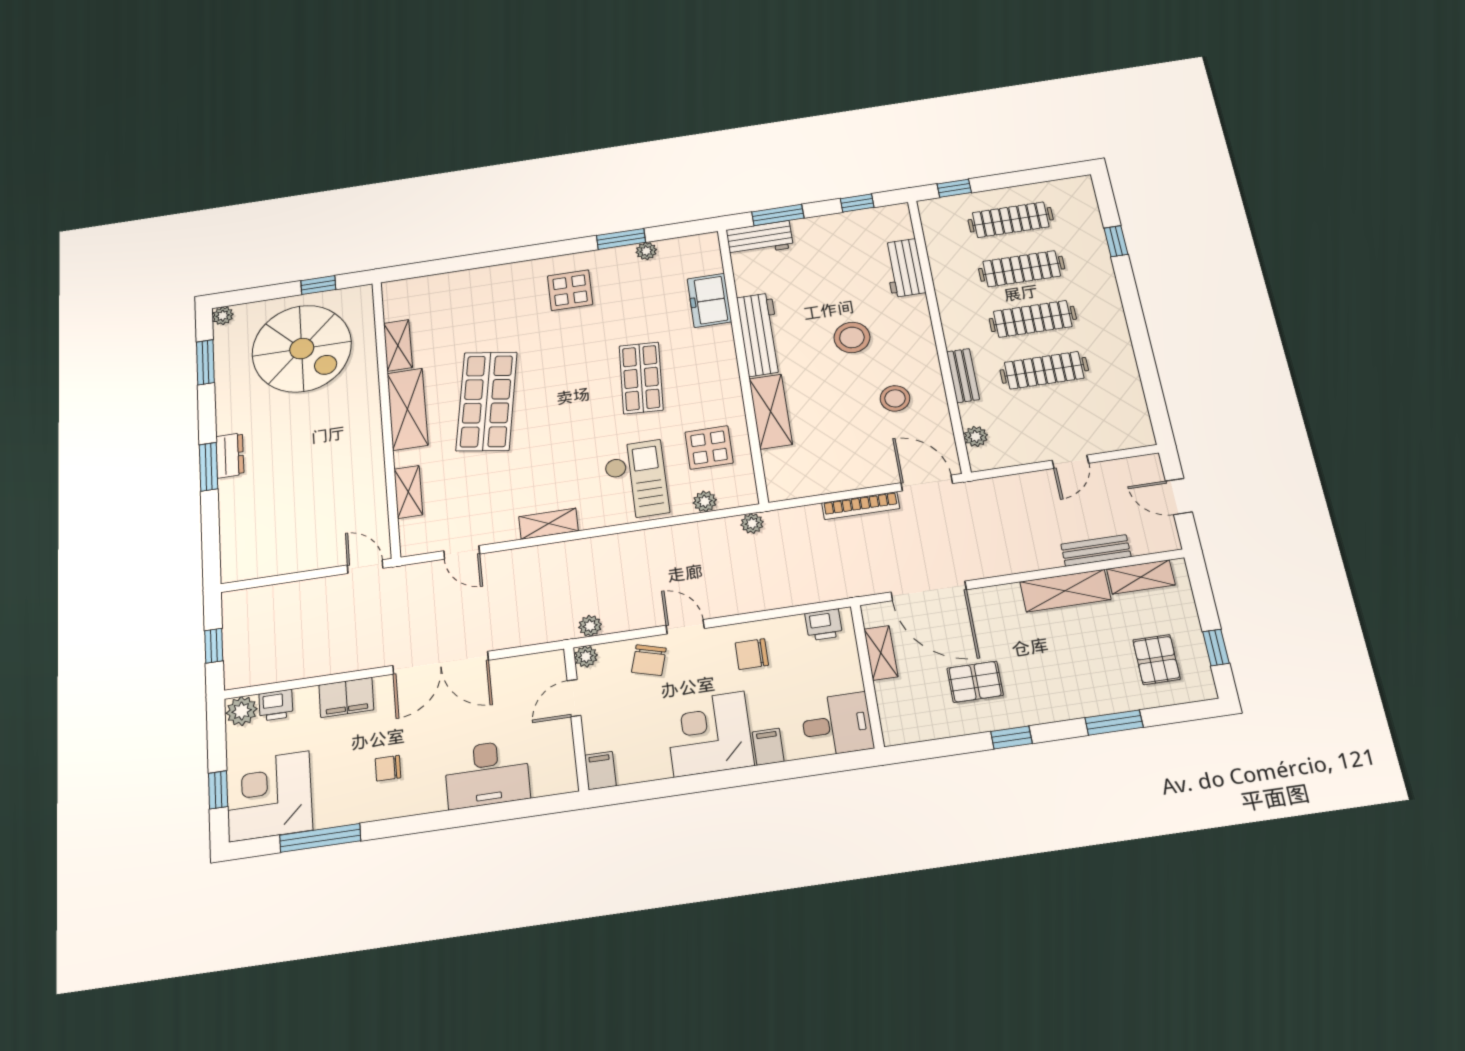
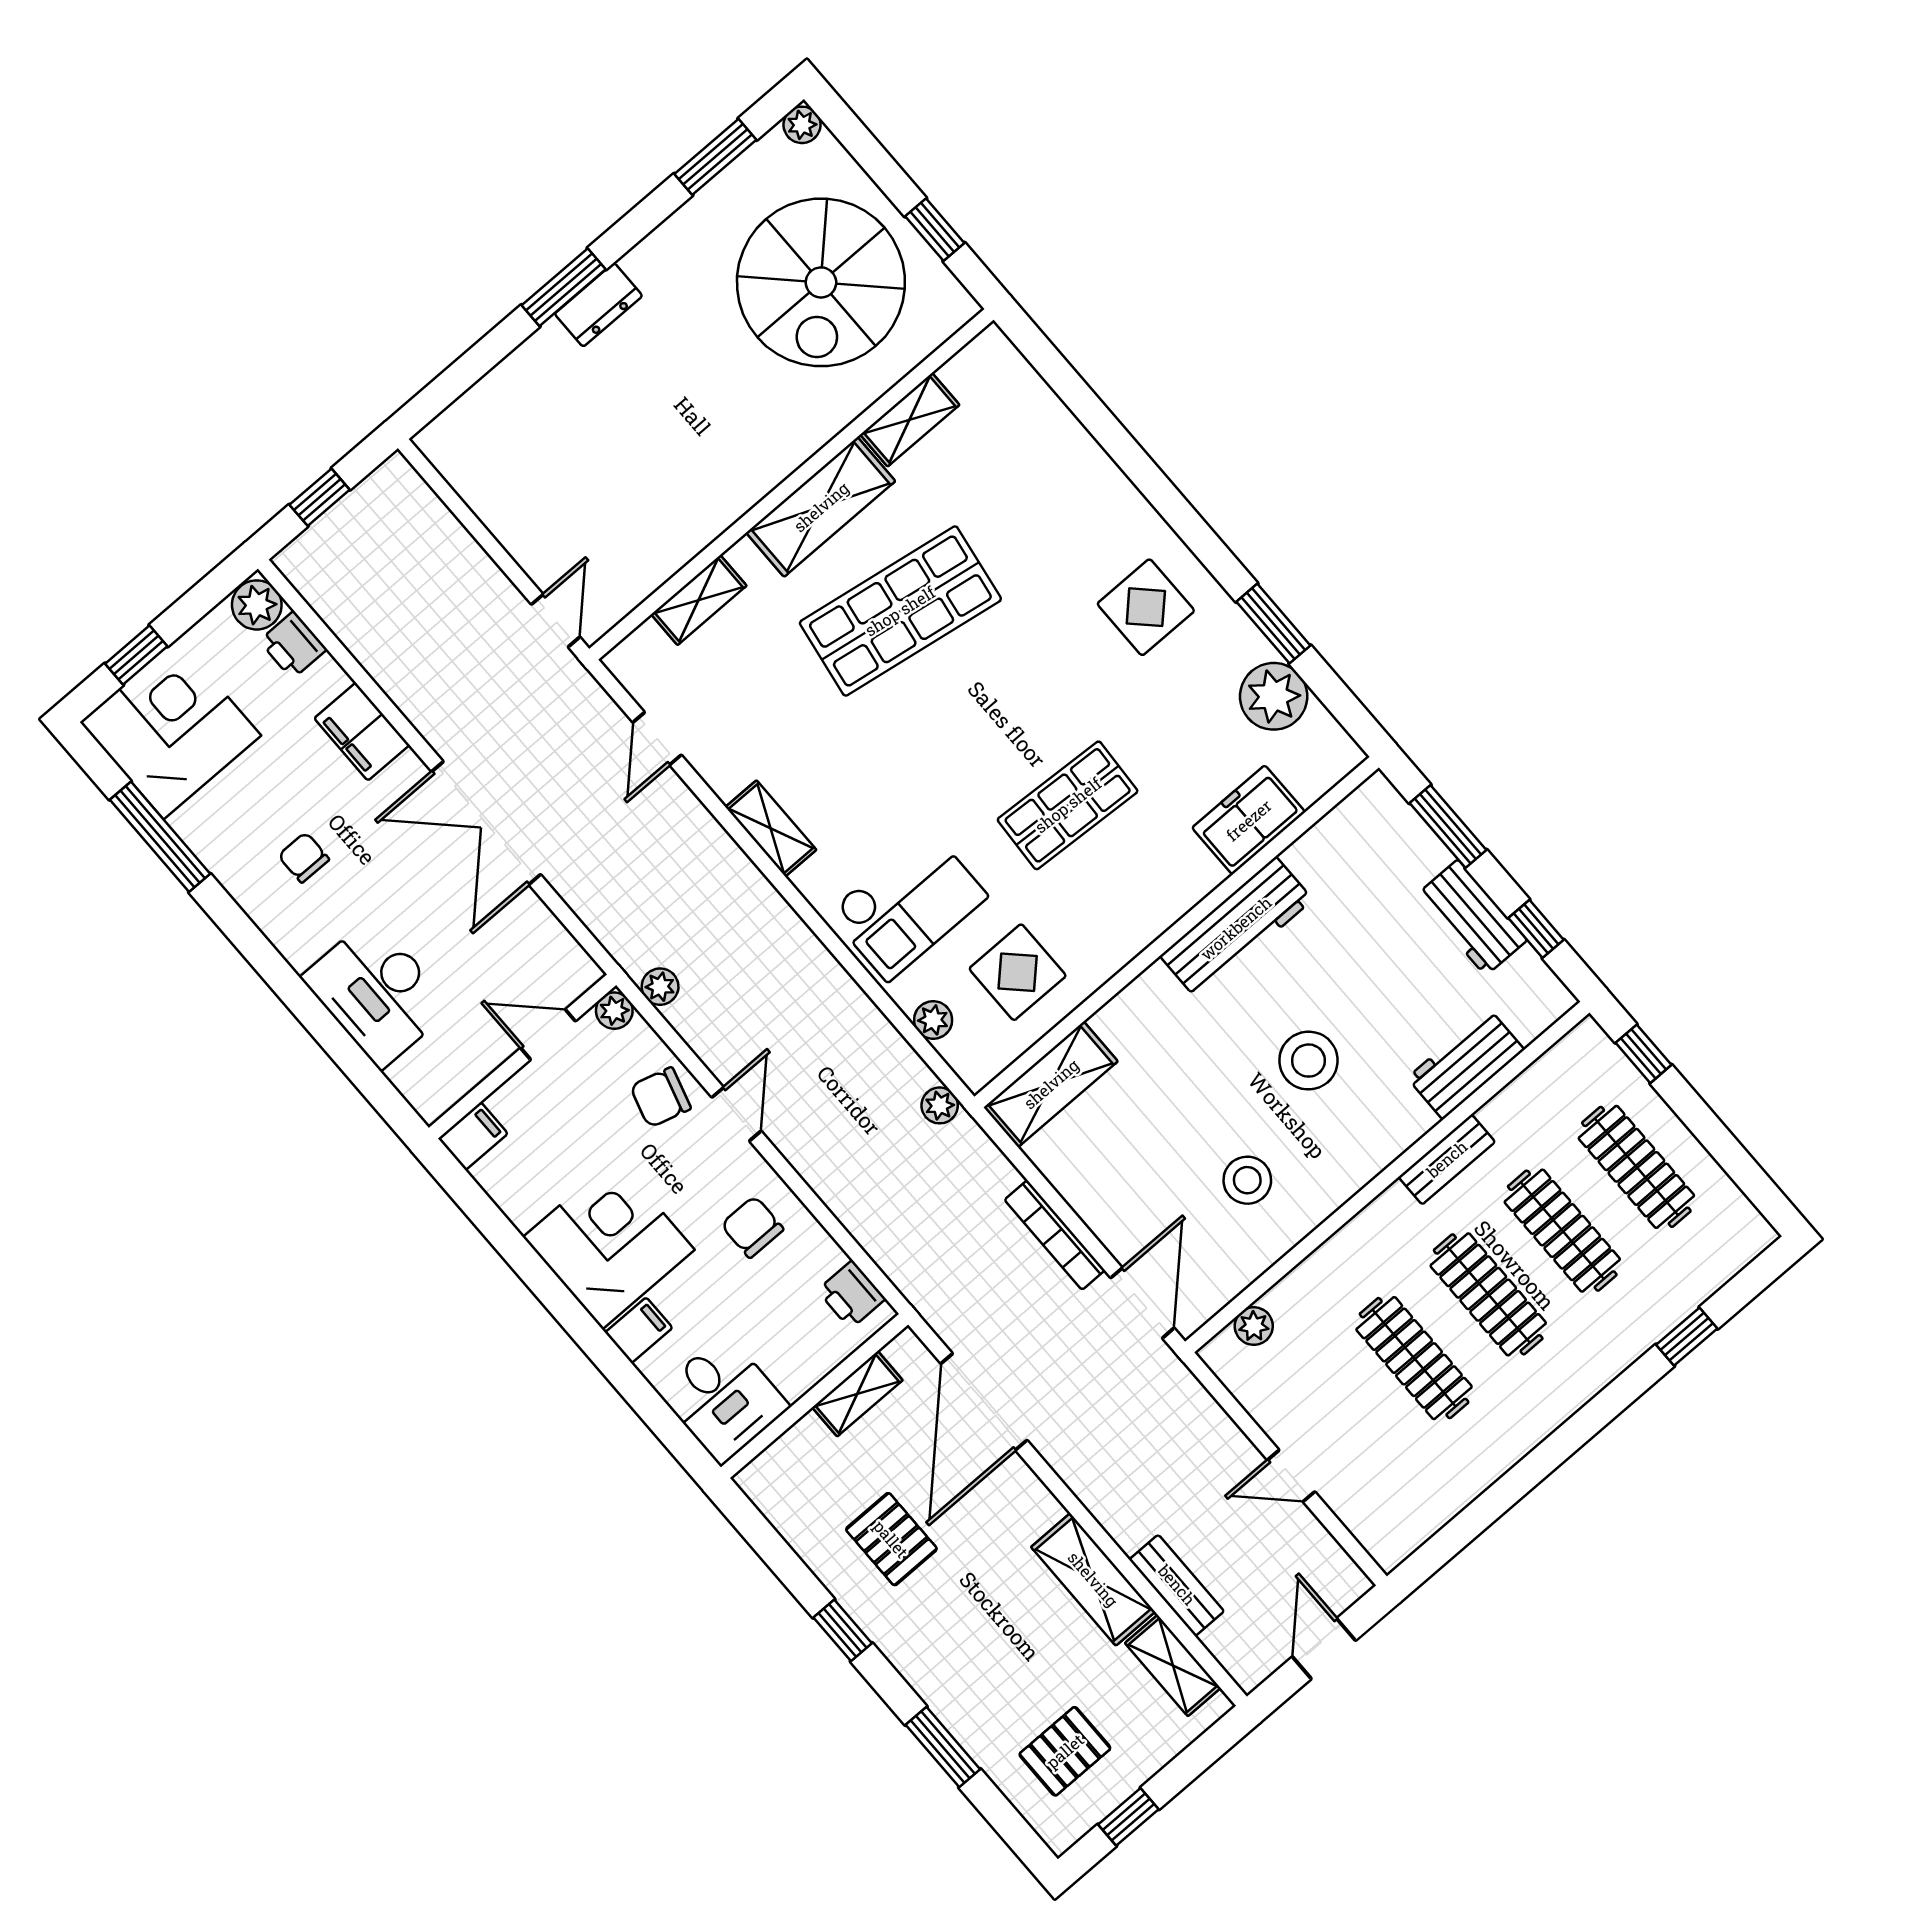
workbench: (760, 239) -> (1472, 918), moved
plant: (646, 251) -> (1274, 696), width x1.88, depth x1.88
bench: (963, 376) -> (1447, 1159), moved
shelving: (771, 412) -> (1051, 1084), moved

